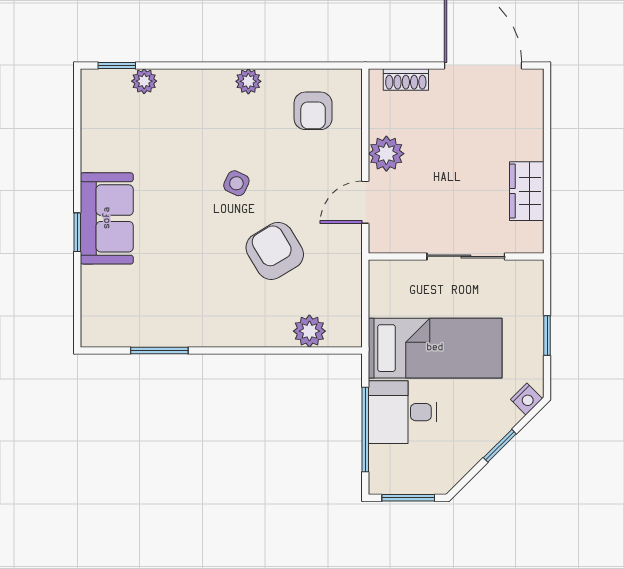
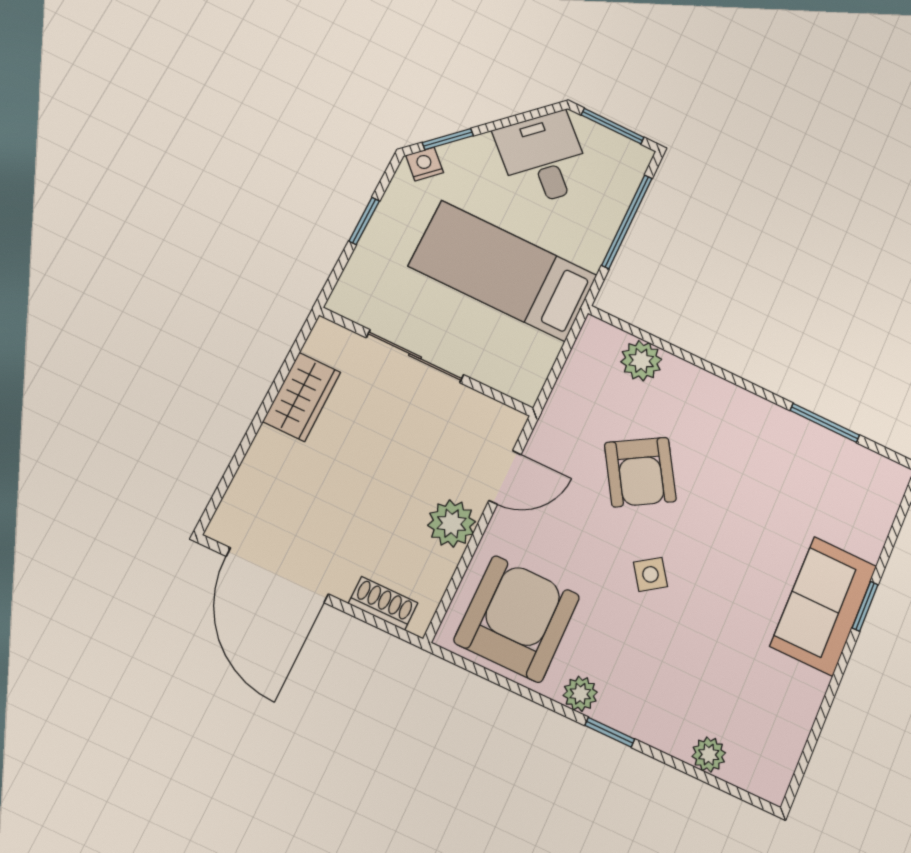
window: (117, 65) -> (610, 732), moved
armchair: (313, 111) -> (517, 619), width x1.88, depth x1.88
side table: (236, 183) -> (650, 574), turned 30
desk: (403, 412) -> (543, 158), moved, turned -135
window: (500, 446) -> (448, 139), moved

